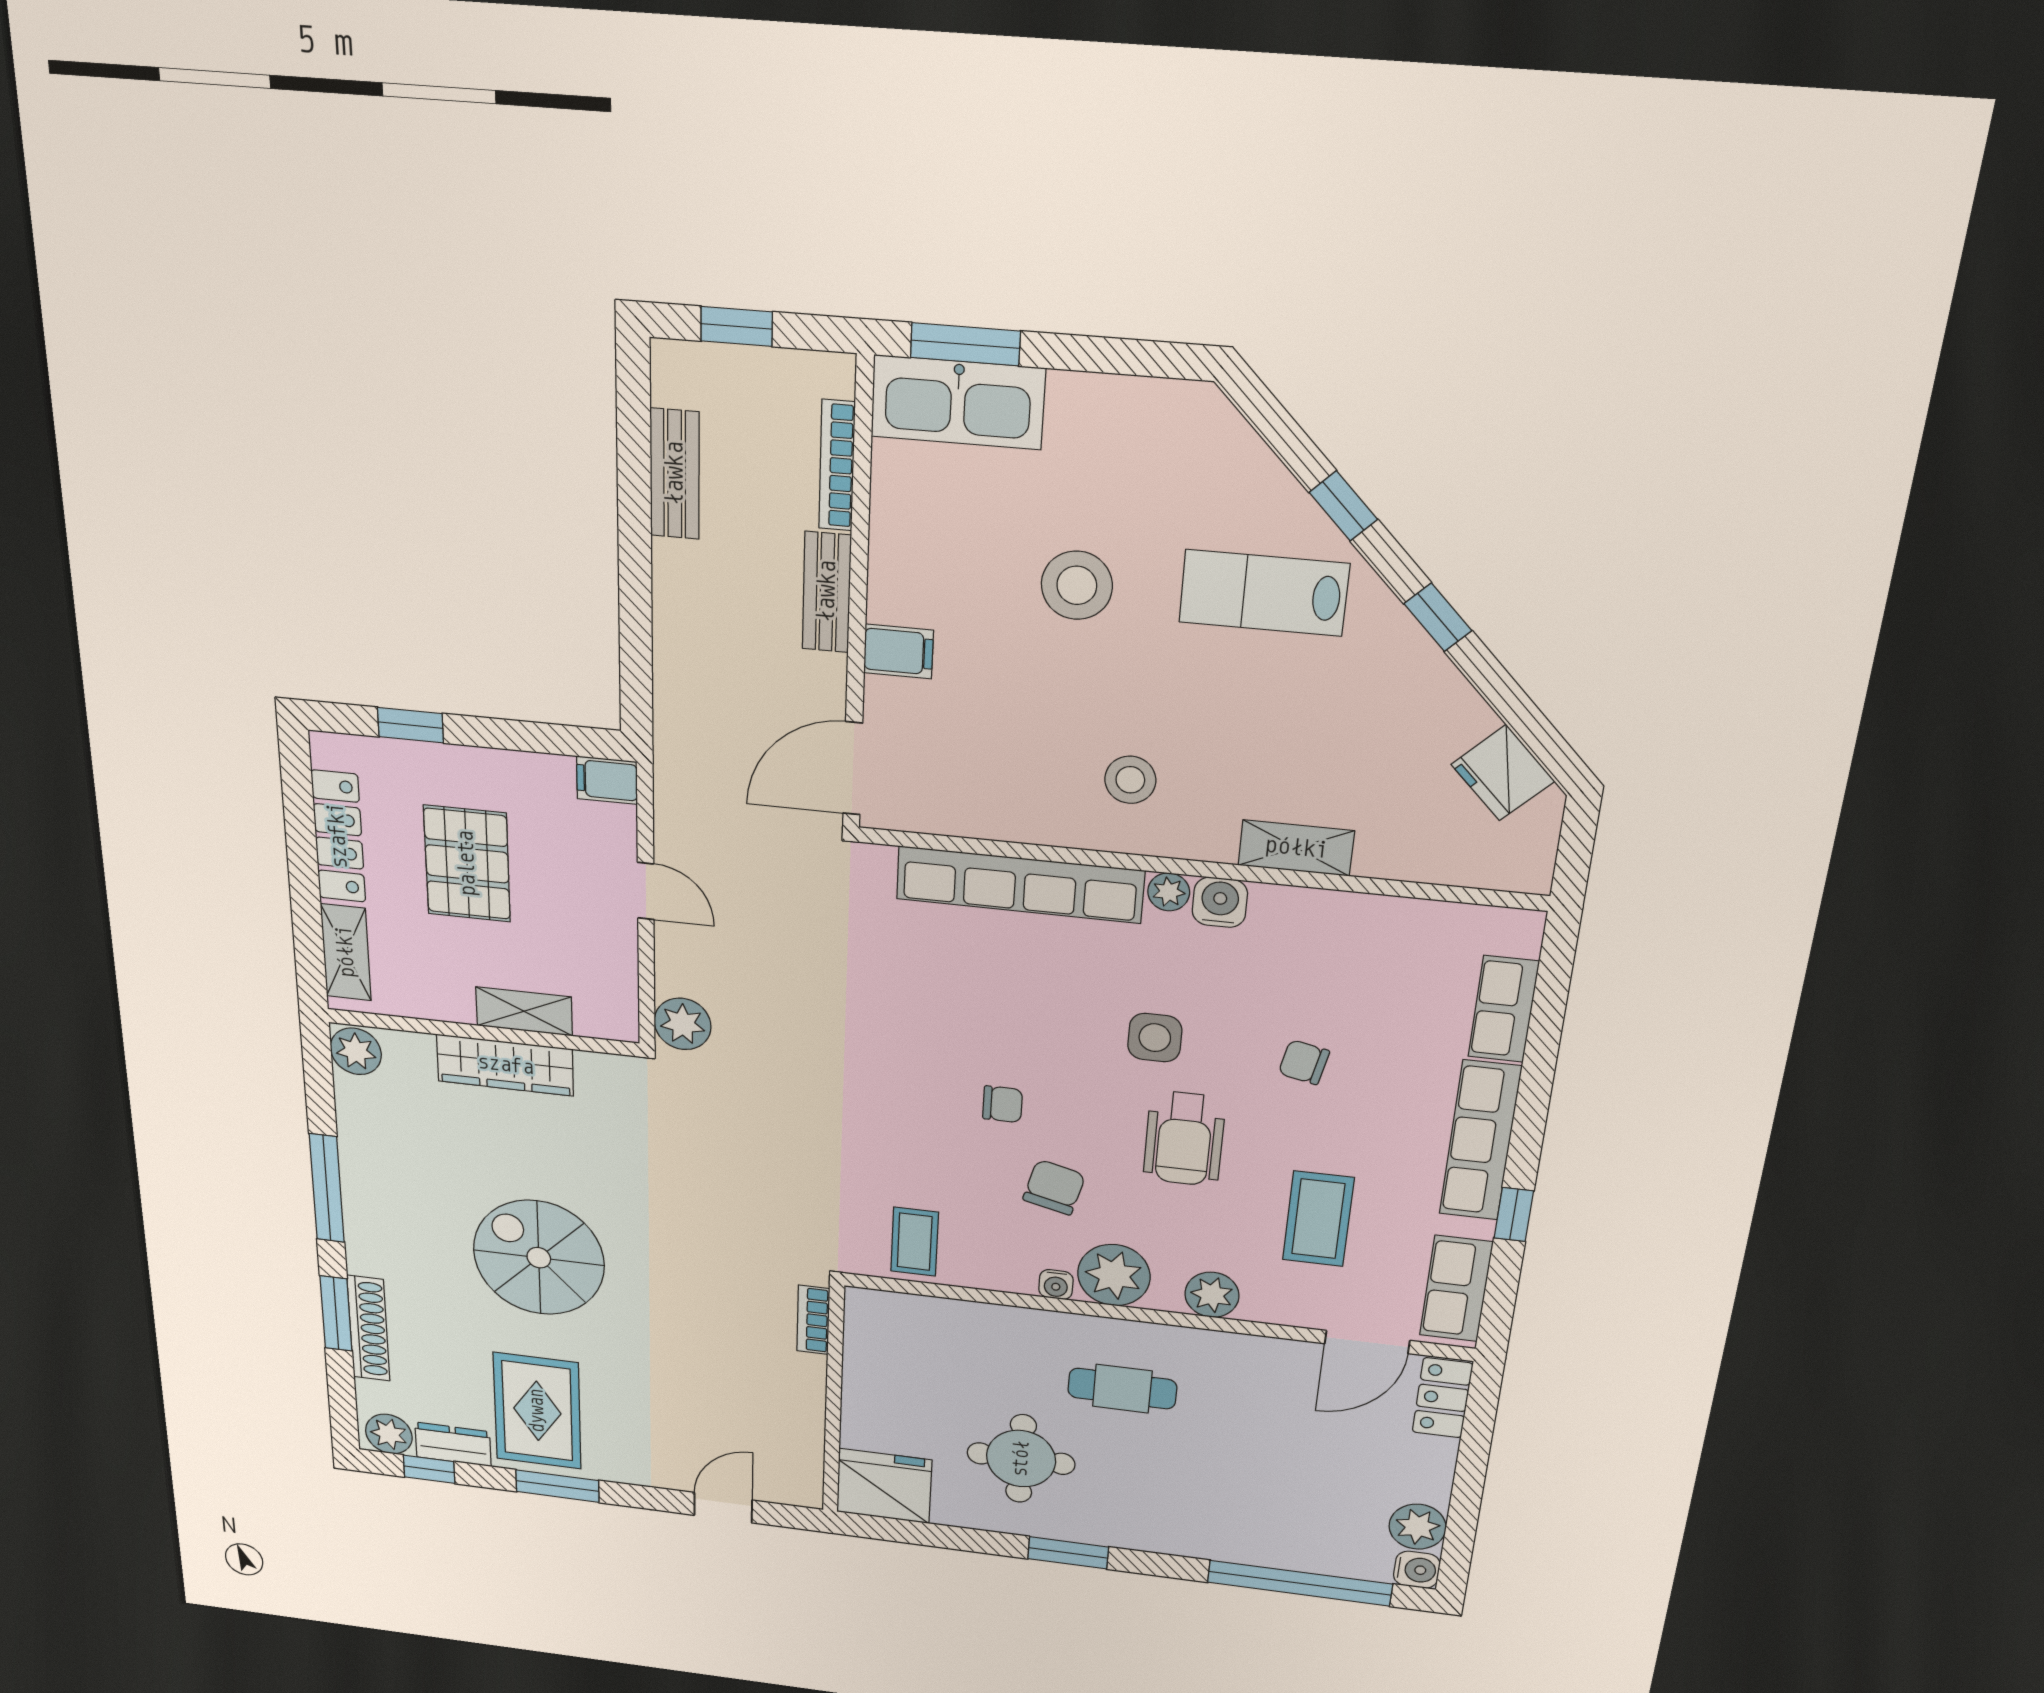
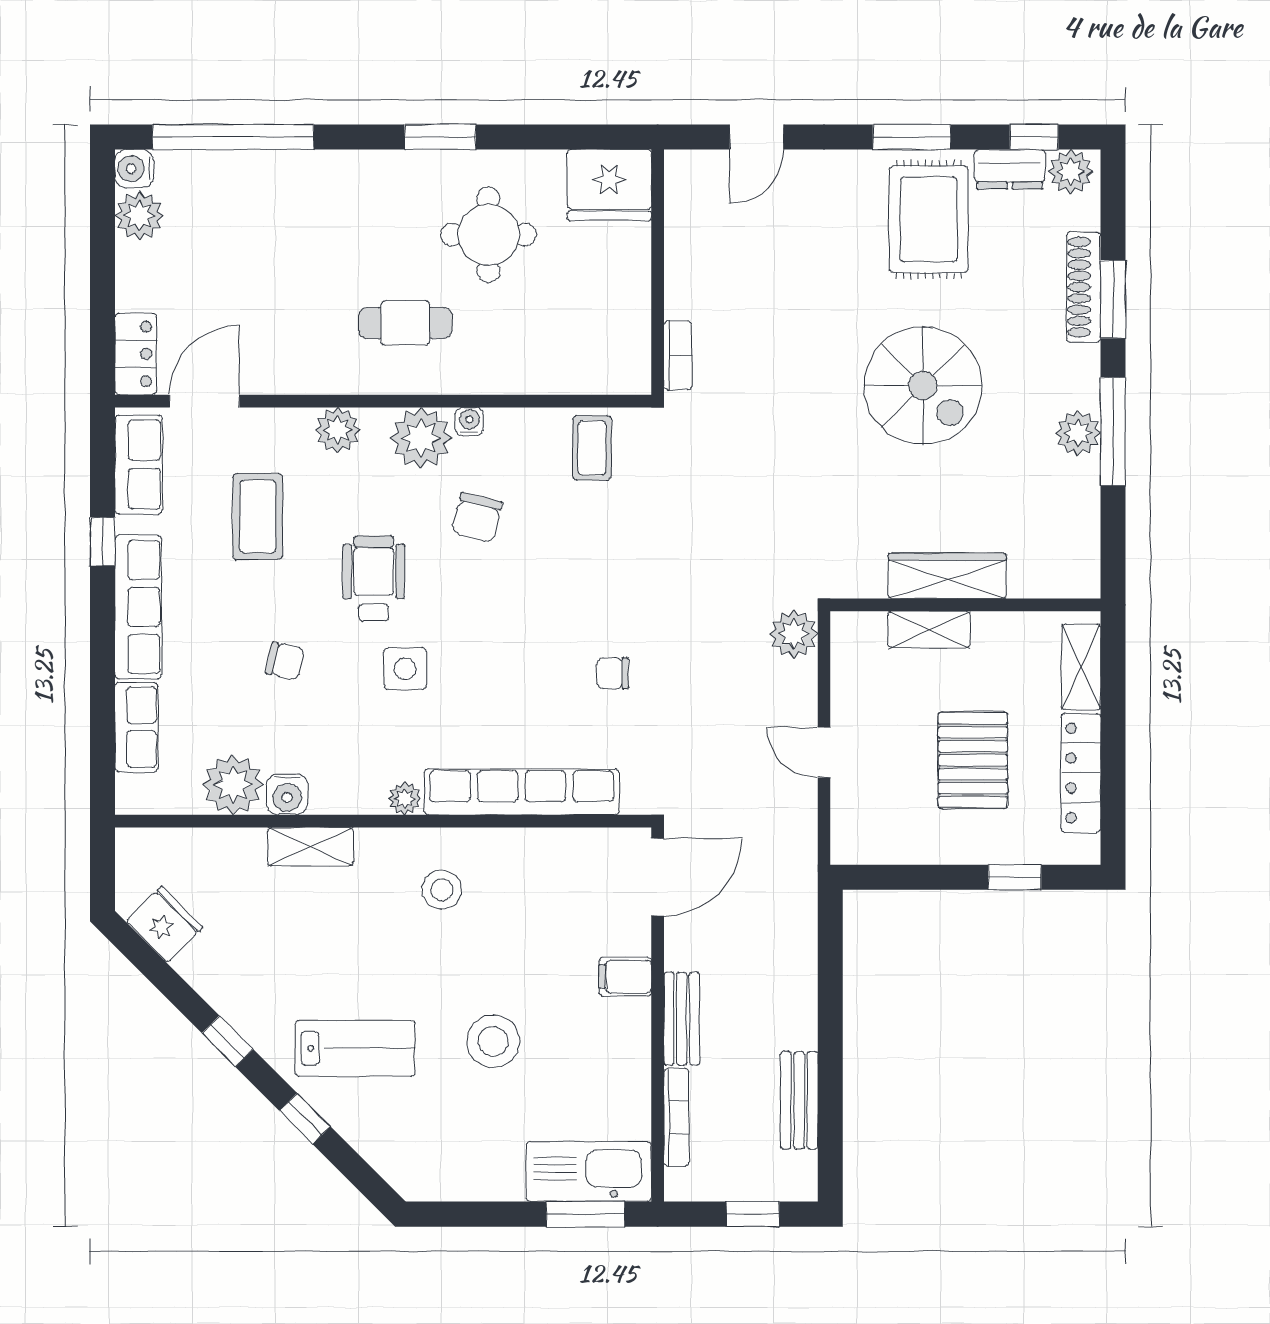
filing cabinet: (607, 780) -> (855, 846), removed
water cooler: (1220, 902) -> (287, 794), moved
plant: (1388, 930) -> (233, 785), added
plant: (356, 1051) -> (1078, 433), moved
chair: (1003, 1104) -> (613, 673), moved

